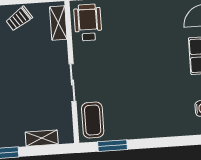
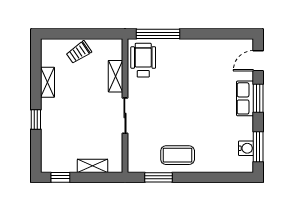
shelving: (58, 23) -> (115, 76), moved
coffee table: (93, 120) -> (178, 155), moved, turned 90

